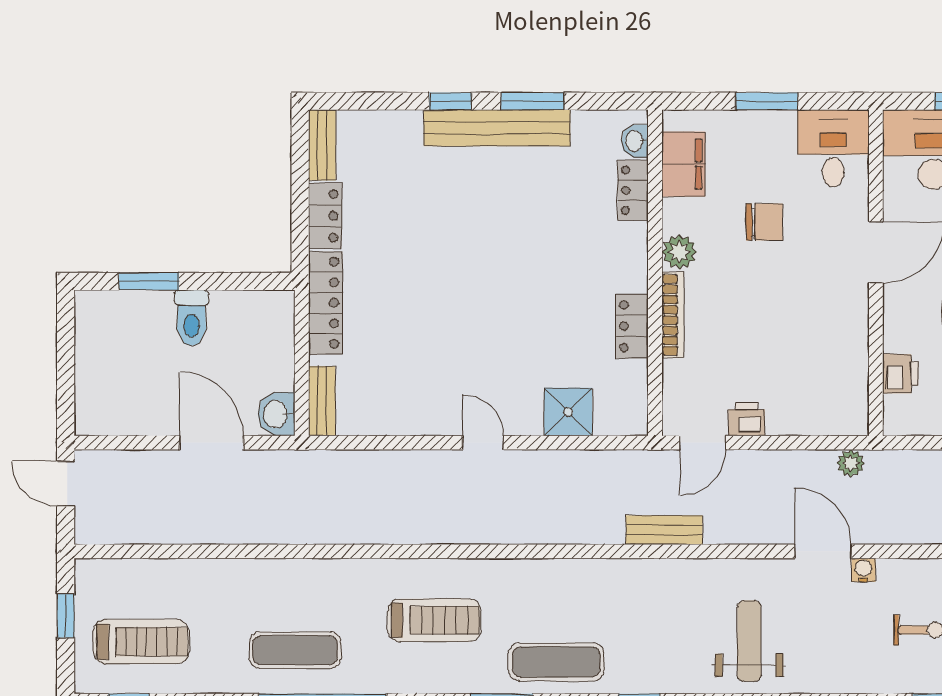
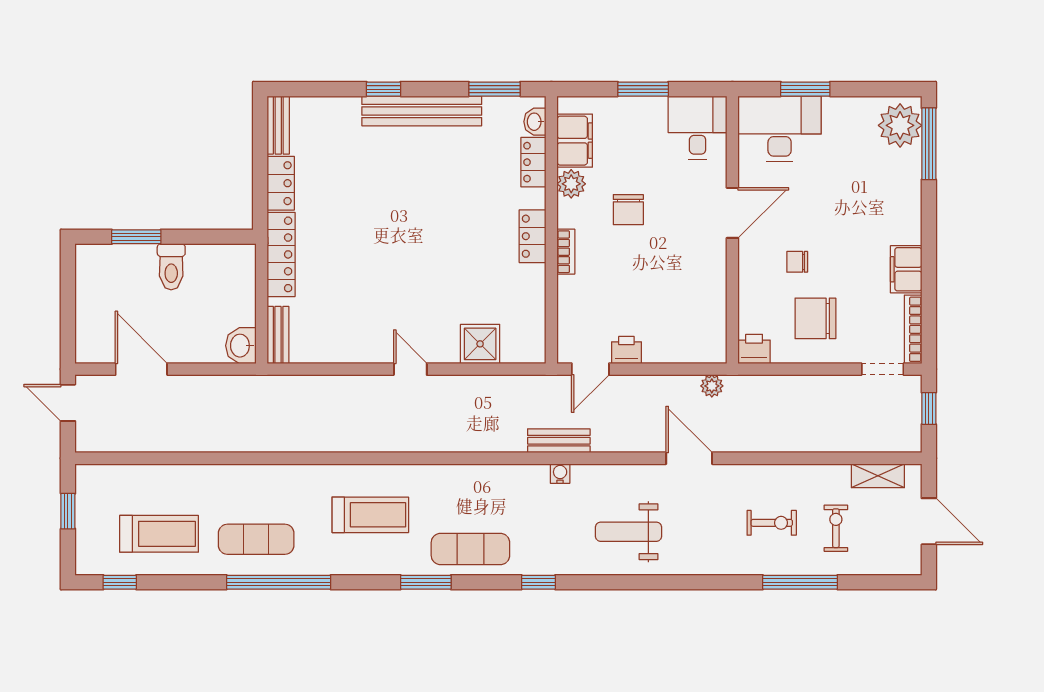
window: (533, 101) -> (495, 89), moved
chair: (764, 222) -> (628, 210), moved, turned 90
plant: (679, 252) -> (571, 184), moved
bookcase: (673, 315) -> (566, 252), width x0.64
locker: (632, 326) -> (532, 236), moved
printer: (900, 374) -> (754, 349), moved, turned -90
door: (211, 443) -> (141, 369), moved
water cooler: (863, 570) -> (560, 474), moved
weight bench: (749, 641) -> (628, 532), turned -90
treadmill: (141, 642) -> (159, 534), moved

